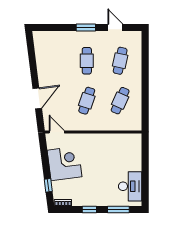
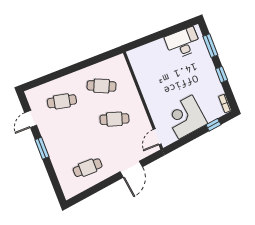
cafe table: (87, 61) -> (88, 168), moved
door: (37, 98) -> (131, 169), swing flipped

